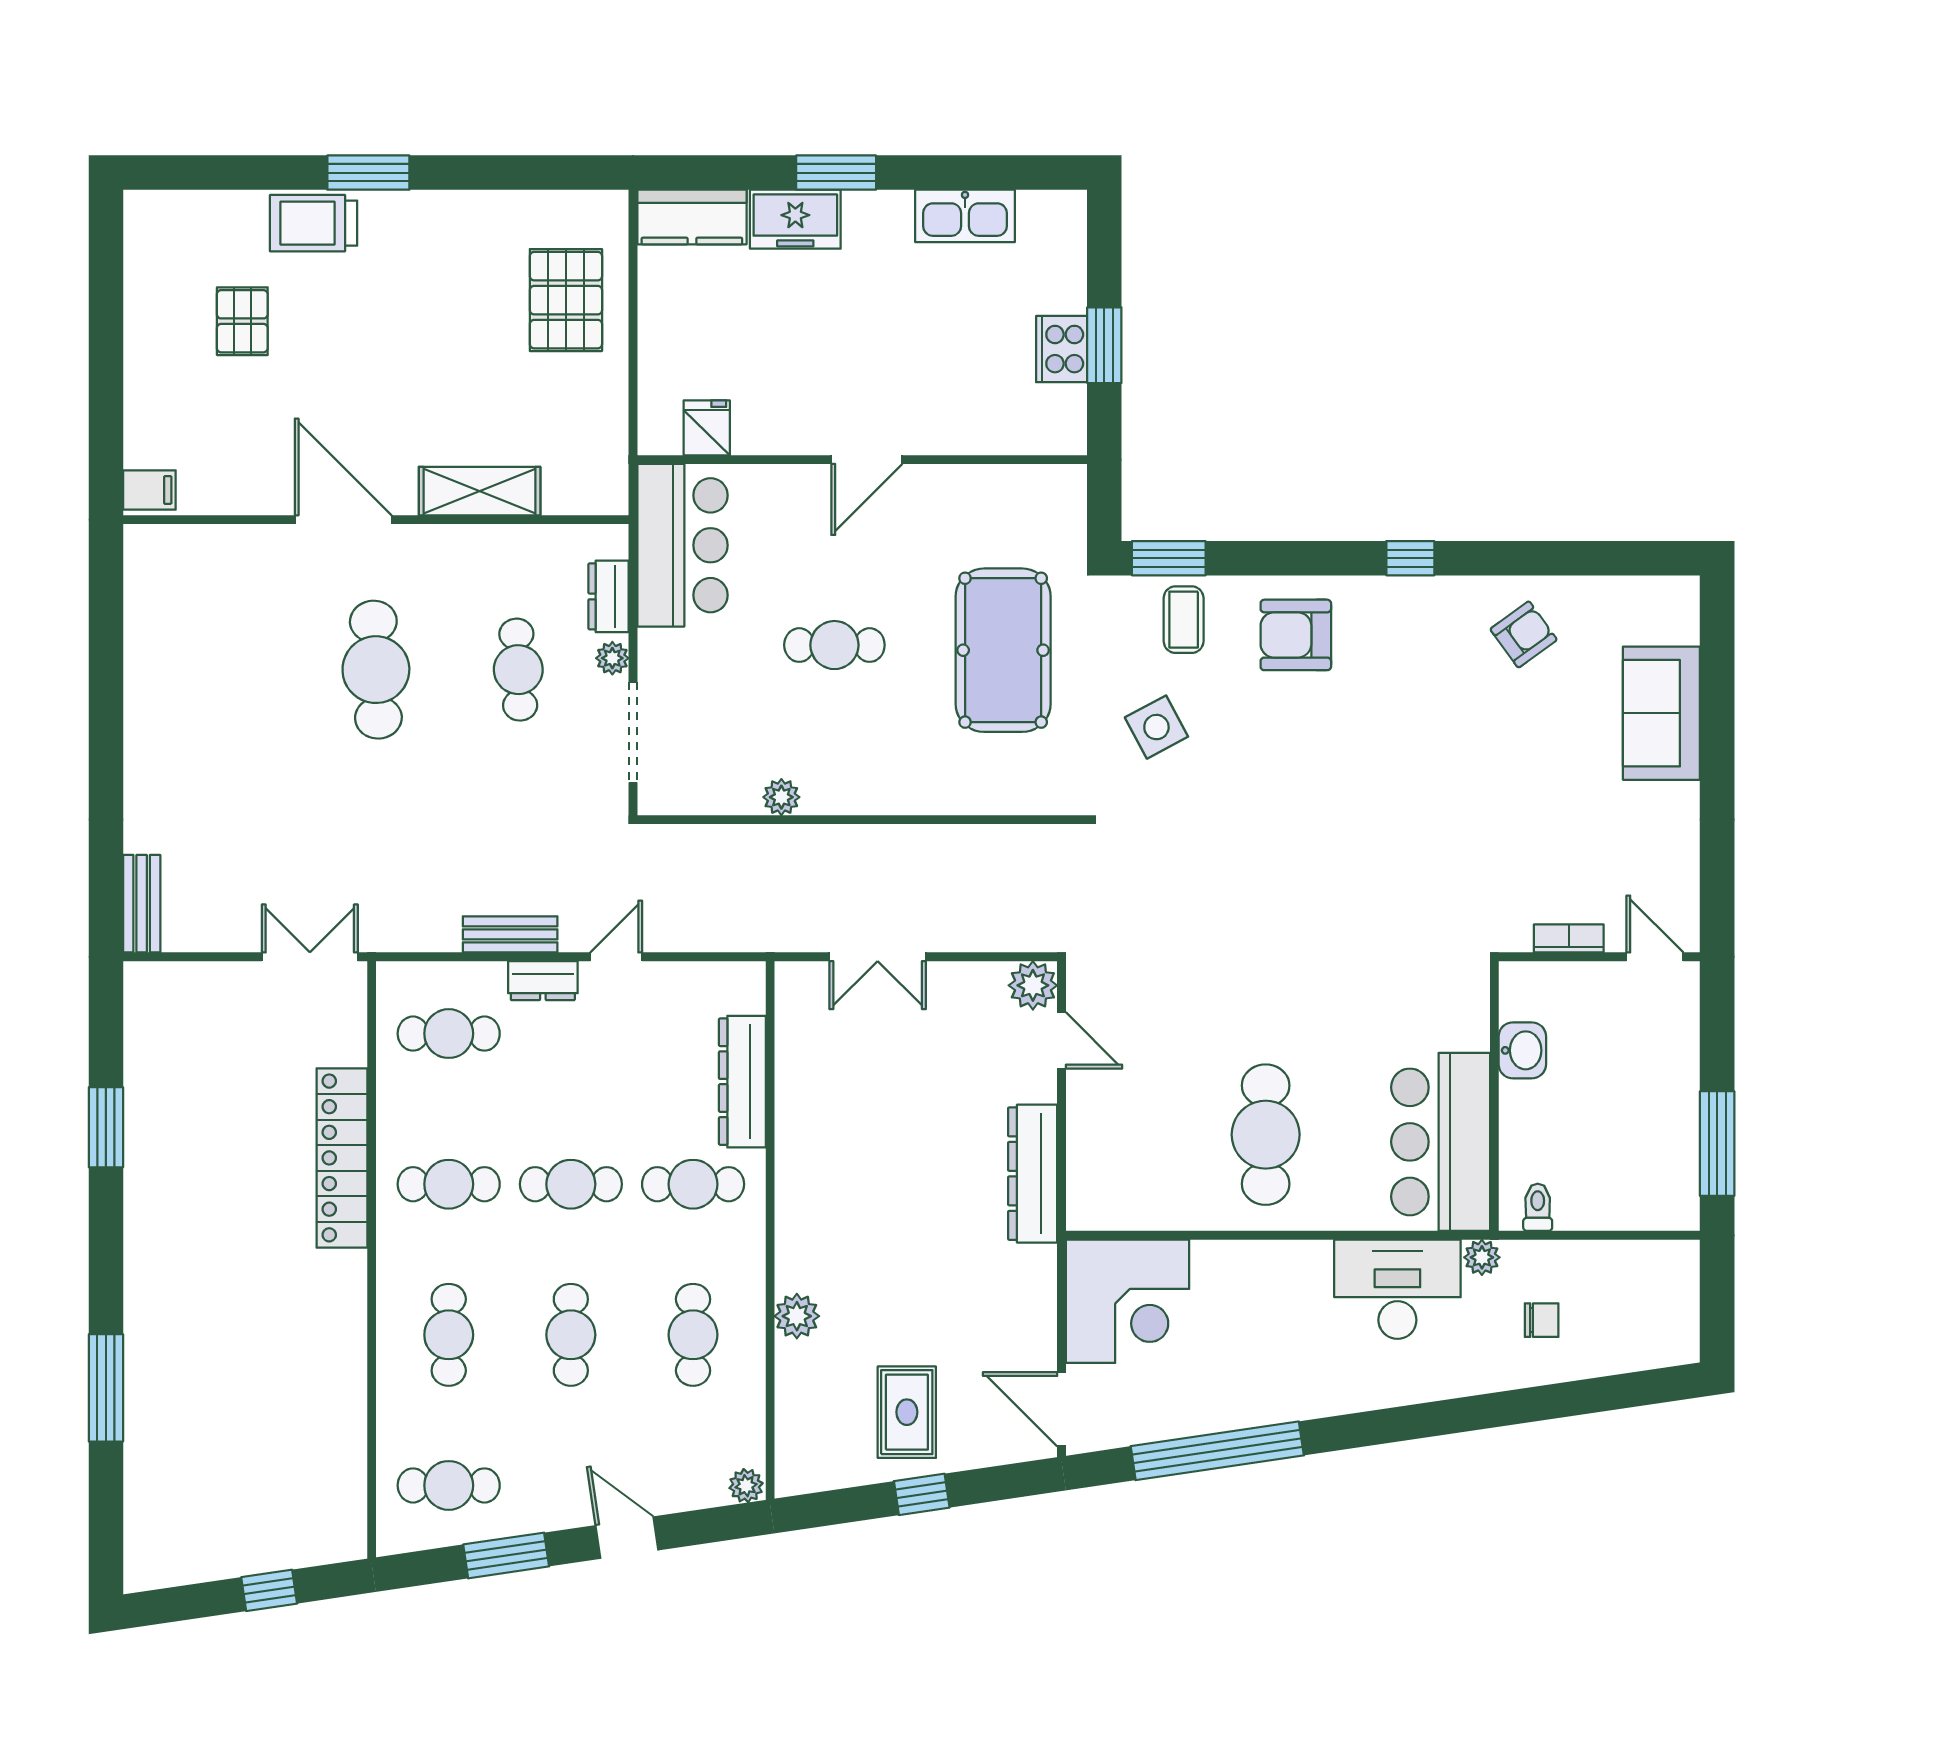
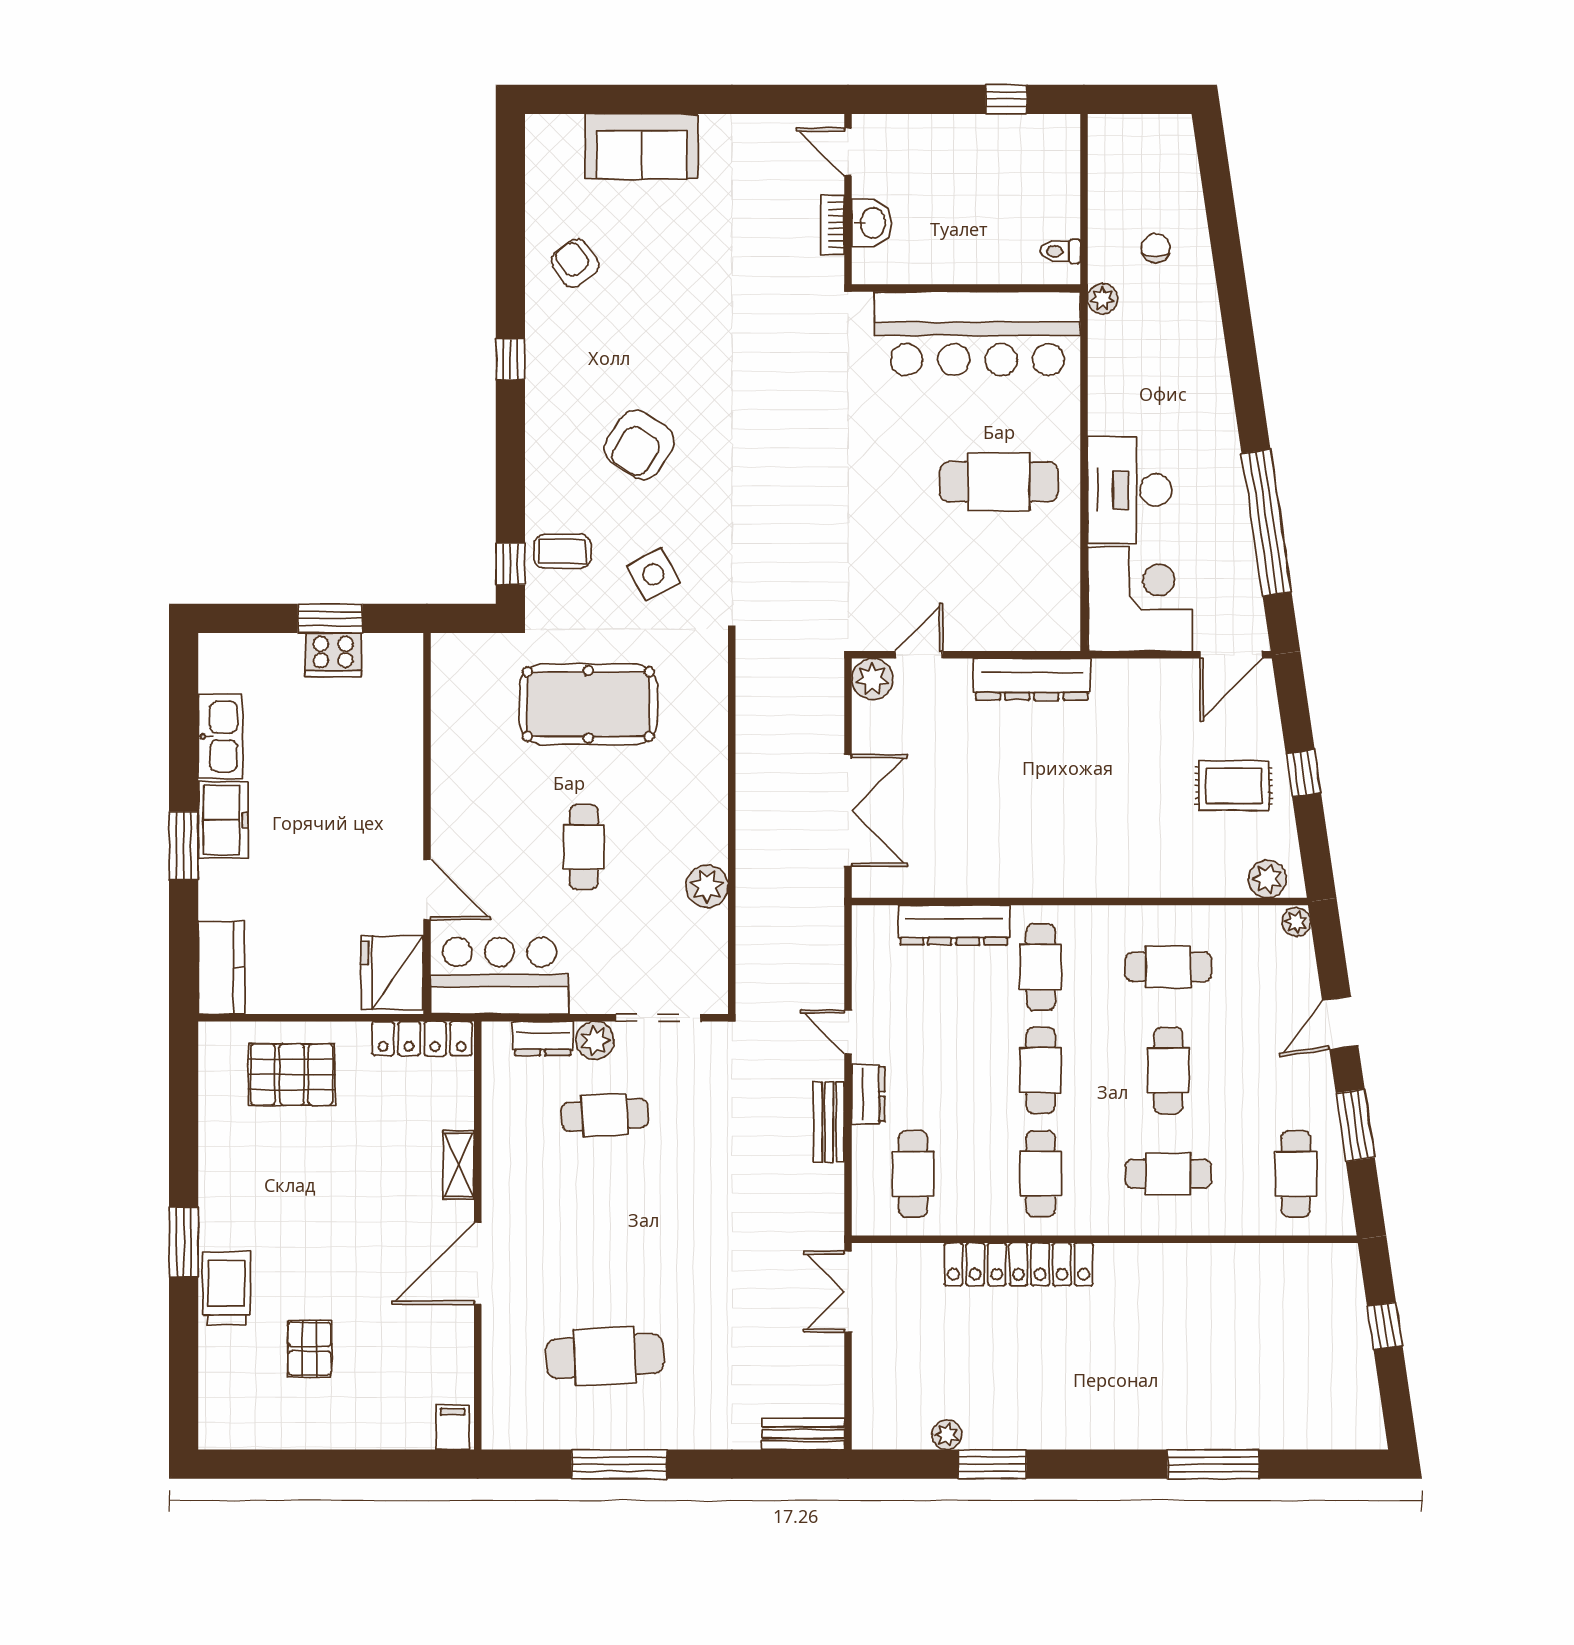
freezer: (795, 219) -> (223, 820), moved
trolley: (314, 223) -> (227, 1288), turned 180
pallet: (242, 321) -> (310, 1349), turned 90
fridge: (707, 428) -> (392, 973), width x1.88, depth x1.34
locker: (608, 454) -> (422, 1039), added
door: (867, 460) -> (427, 890), moved
shelving: (480, 491) -> (459, 1165), width x0.67, depth x0.75
window: (1169, 558) -> (510, 564), width x0.67
armchair: (1296, 635) -> (639, 445), moved, turned 33
plant: (612, 658) -> (595, 1040), width x1.38, depth x1.38
cafe table: (376, 670) -> (605, 1356), moved
window: (106, 687) -> (619, 1464), added
plant: (781, 797) -> (707, 886), width x1.38, depth x1.38
double door: (878, 957) -> (848, 810), width x1.37
door: (1655, 957) -> (848, 152), hinge flipped
washbasin: (1522, 1050) -> (872, 223), moved, turned 90
plant: (141, 1073) -> (947, 1435), added
bar counter: (1441, 1142) -> (977, 334), width x1.36
window: (1717, 1144) -> (1006, 99), width x0.46
desk: (1397, 1289) -> (1130, 490), moved
plant: (797, 1316) -> (1268, 879), moved
cafe table: (571, 1335) -> (1168, 1070), turned 90

